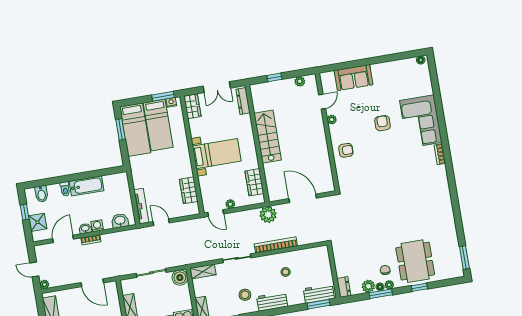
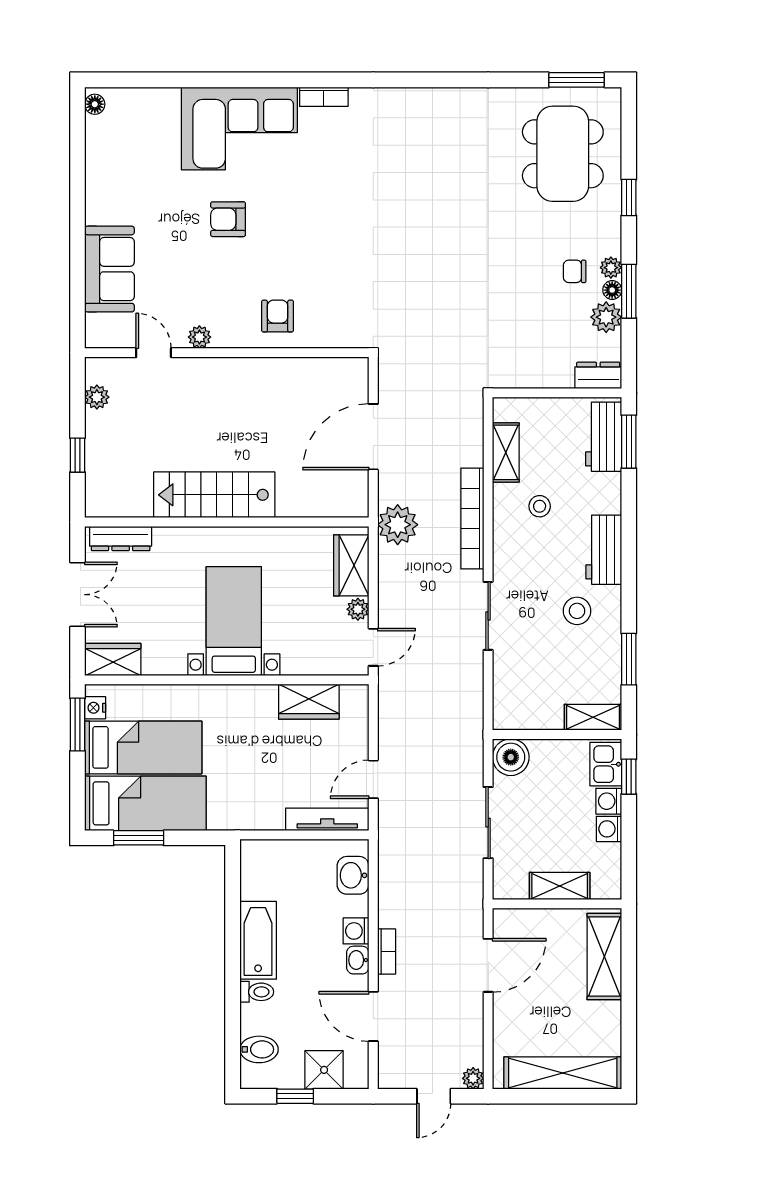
wardrobe: (254, 182) -> (351, 565), moved, turned 90
dining table: (415, 261) -> (563, 154), moved, turned 90
shelving: (203, 272) -> (506, 452), moved

